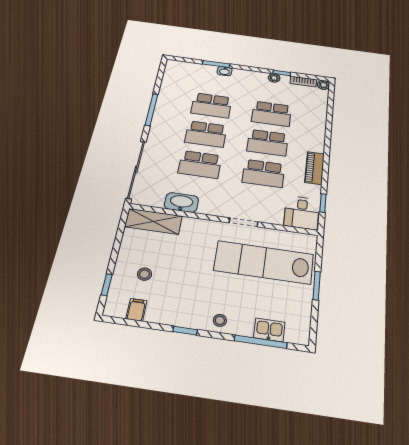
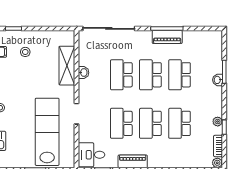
piano: (162, 111) -> (167, 37), added
washbasin: (181, 202) -> (84, 73), width x0.52, depth x0.69
shelving: (153, 221) -> (67, 66), moved

